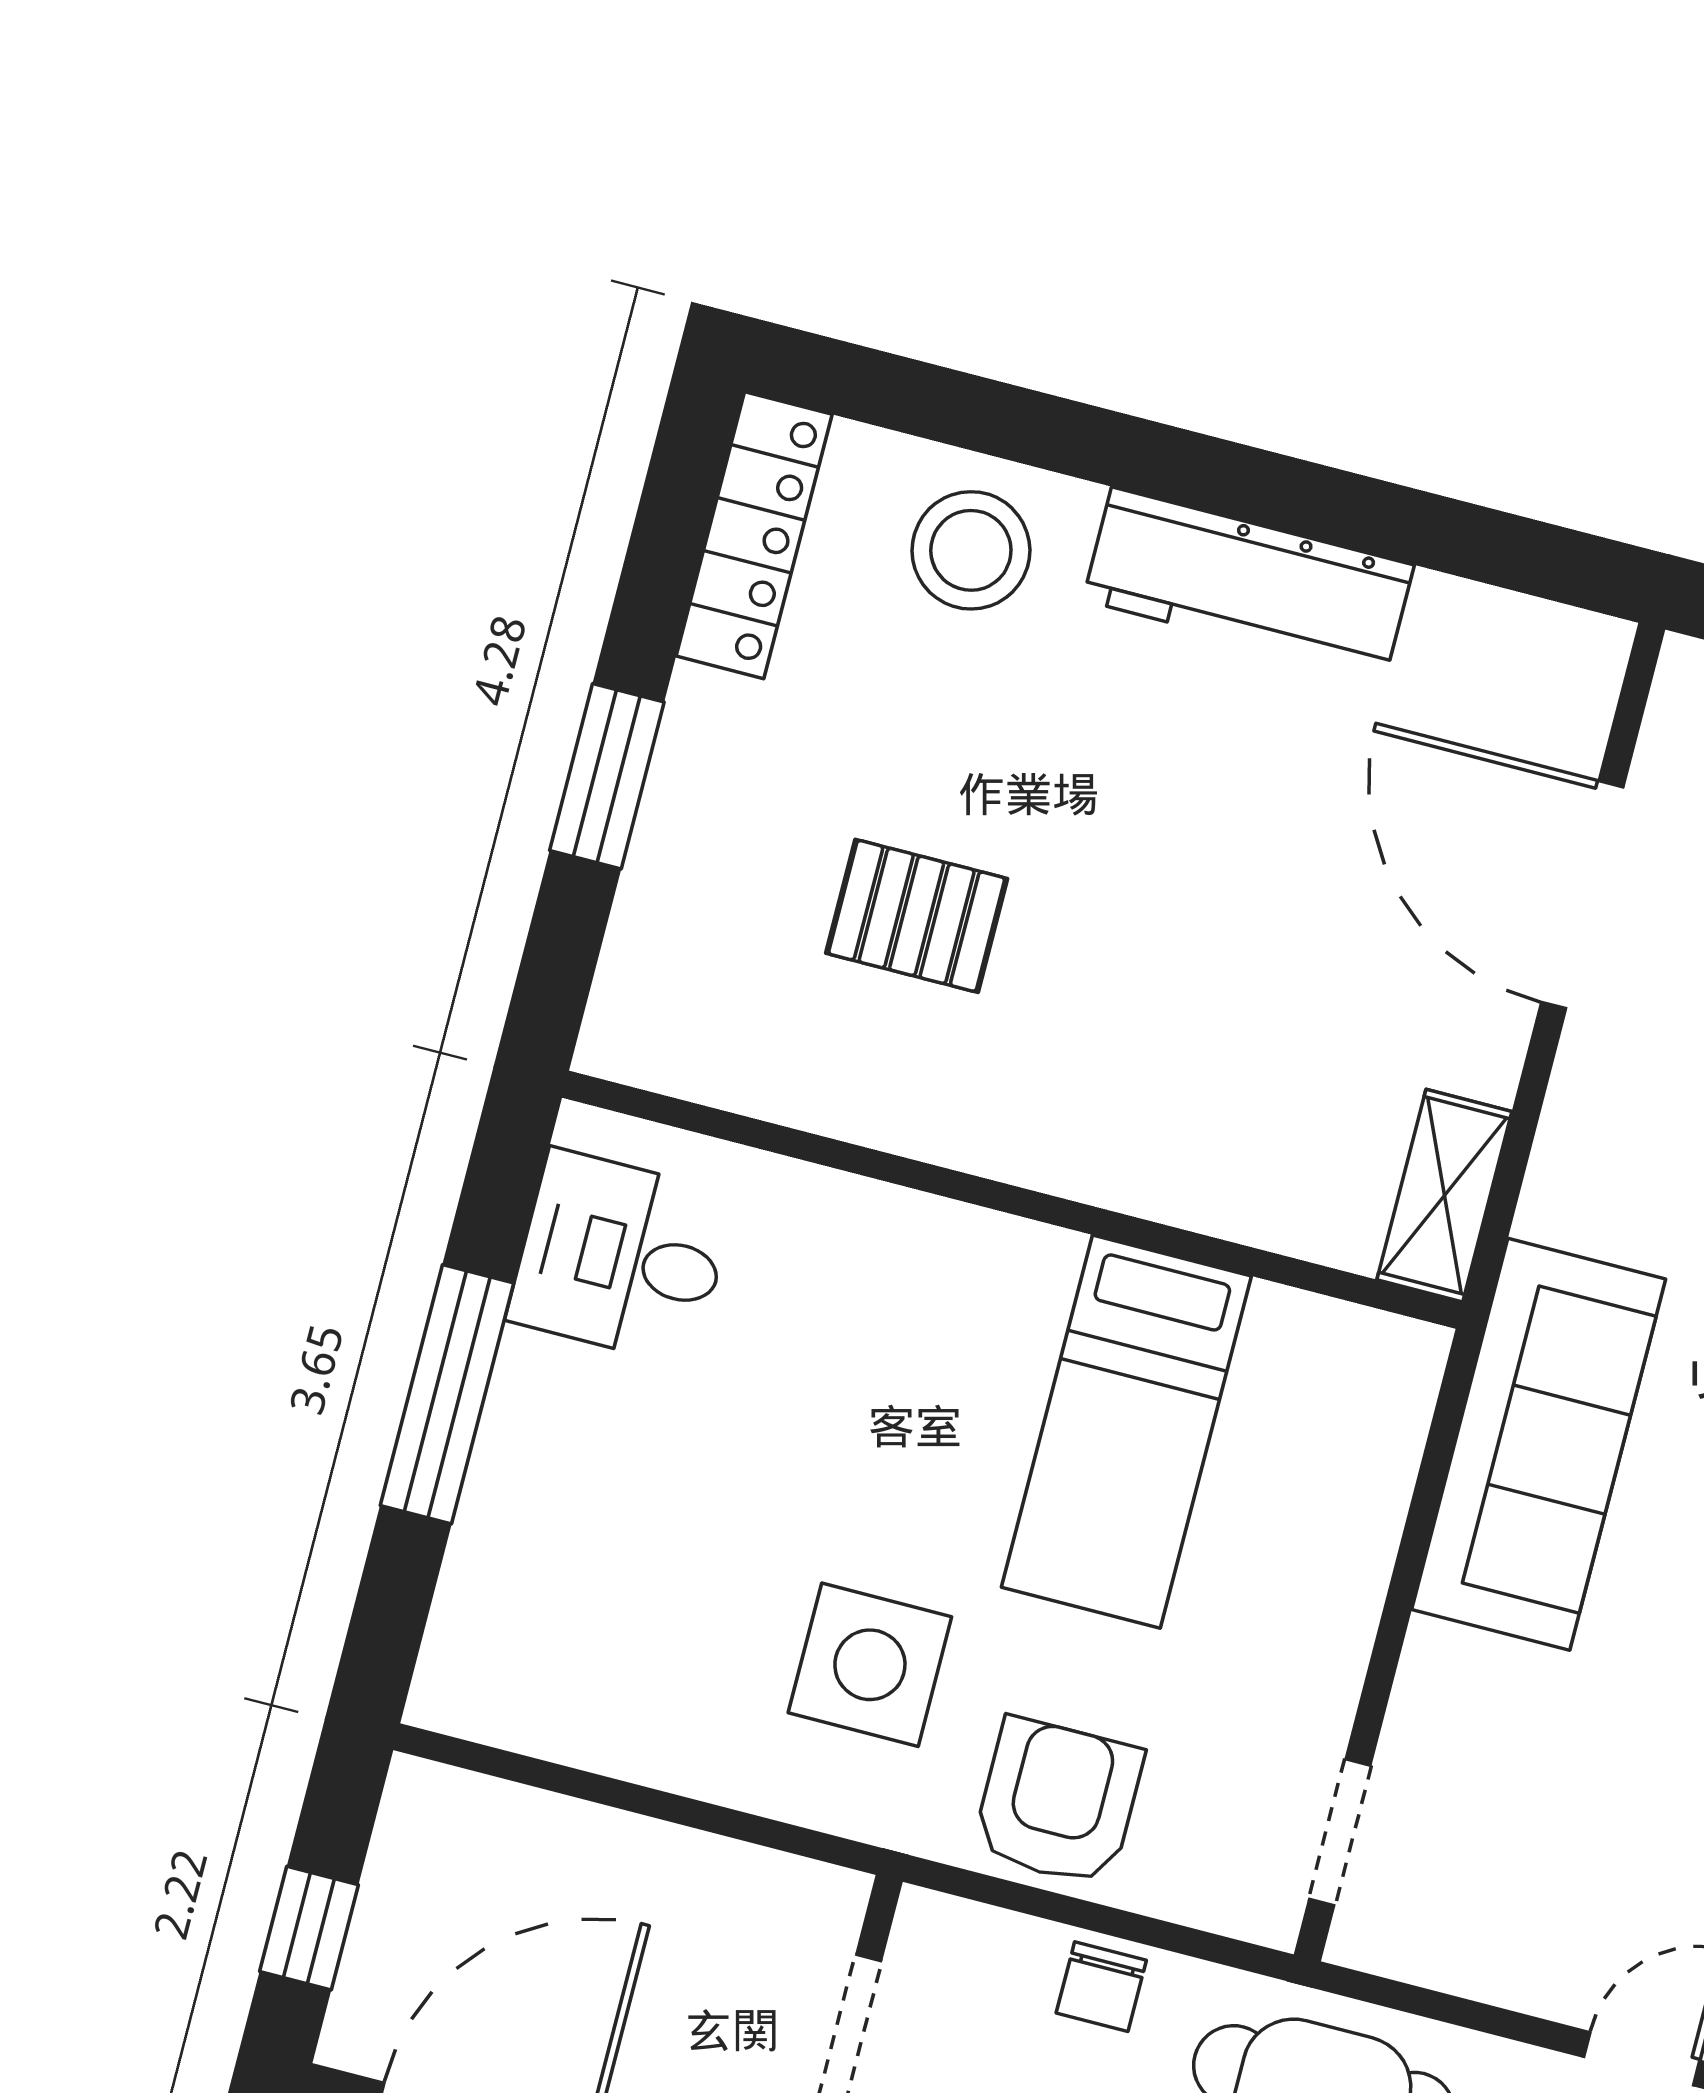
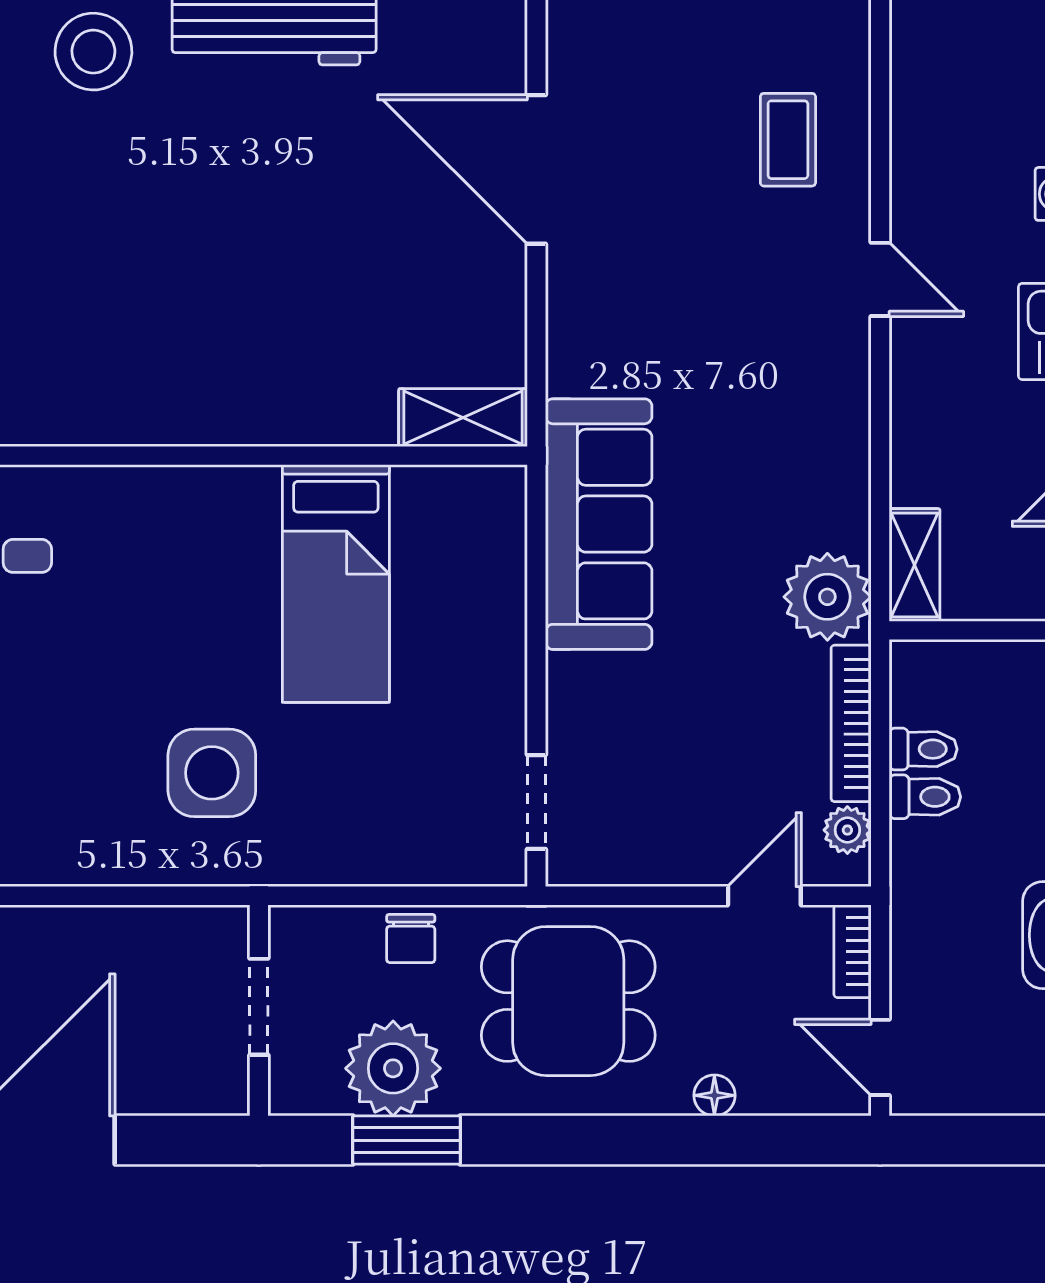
pallet: (917, 916) -> (119, 292), removed
shelving: (1444, 1196) -> (463, 418), moved, turned 90
armchair: (1058, 1802) -> (353, 829), removed

